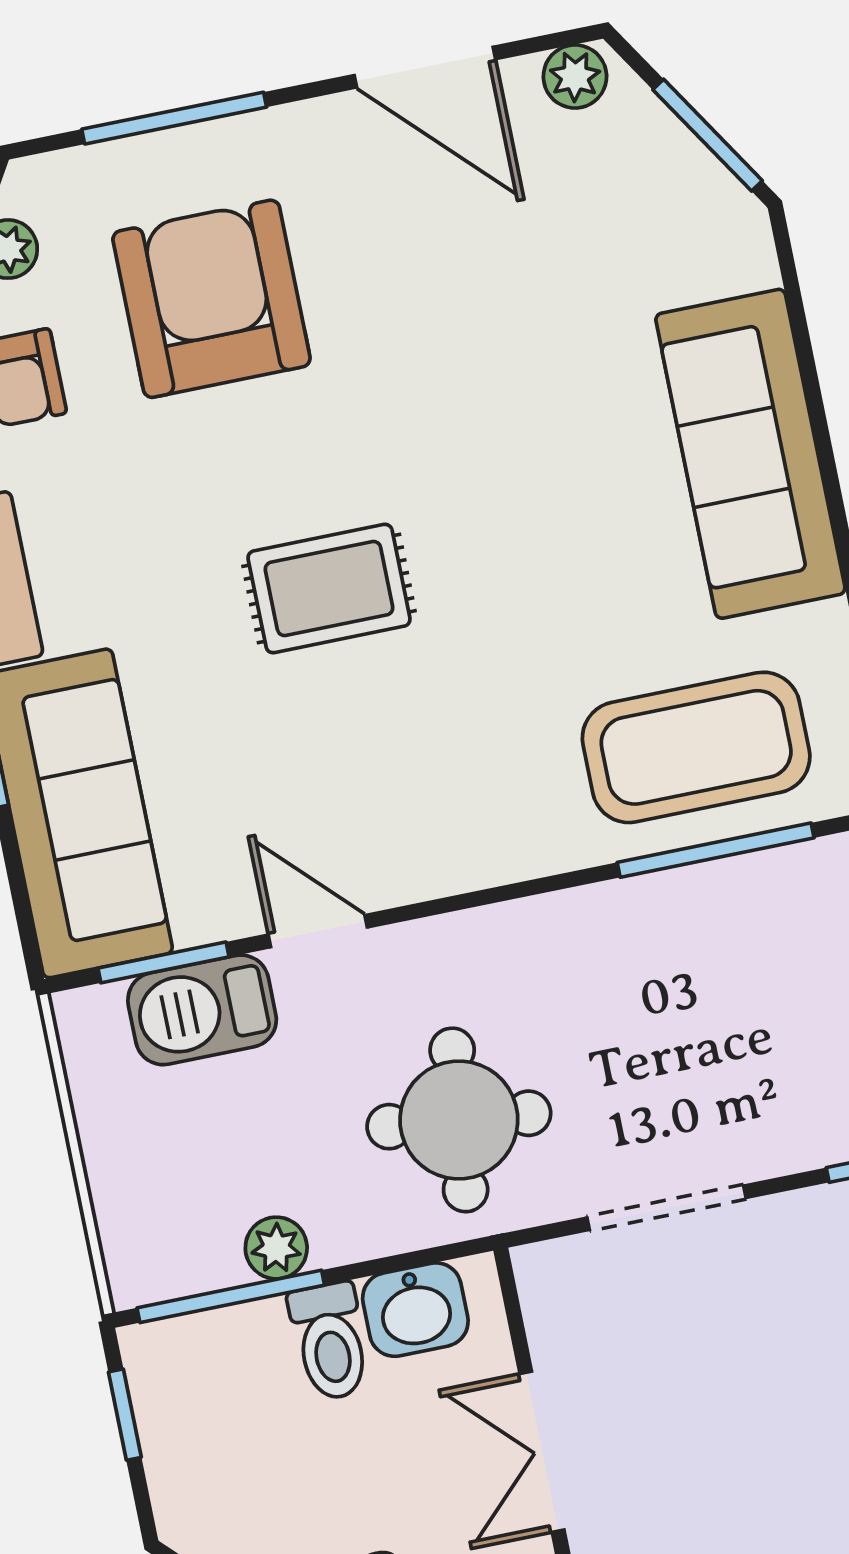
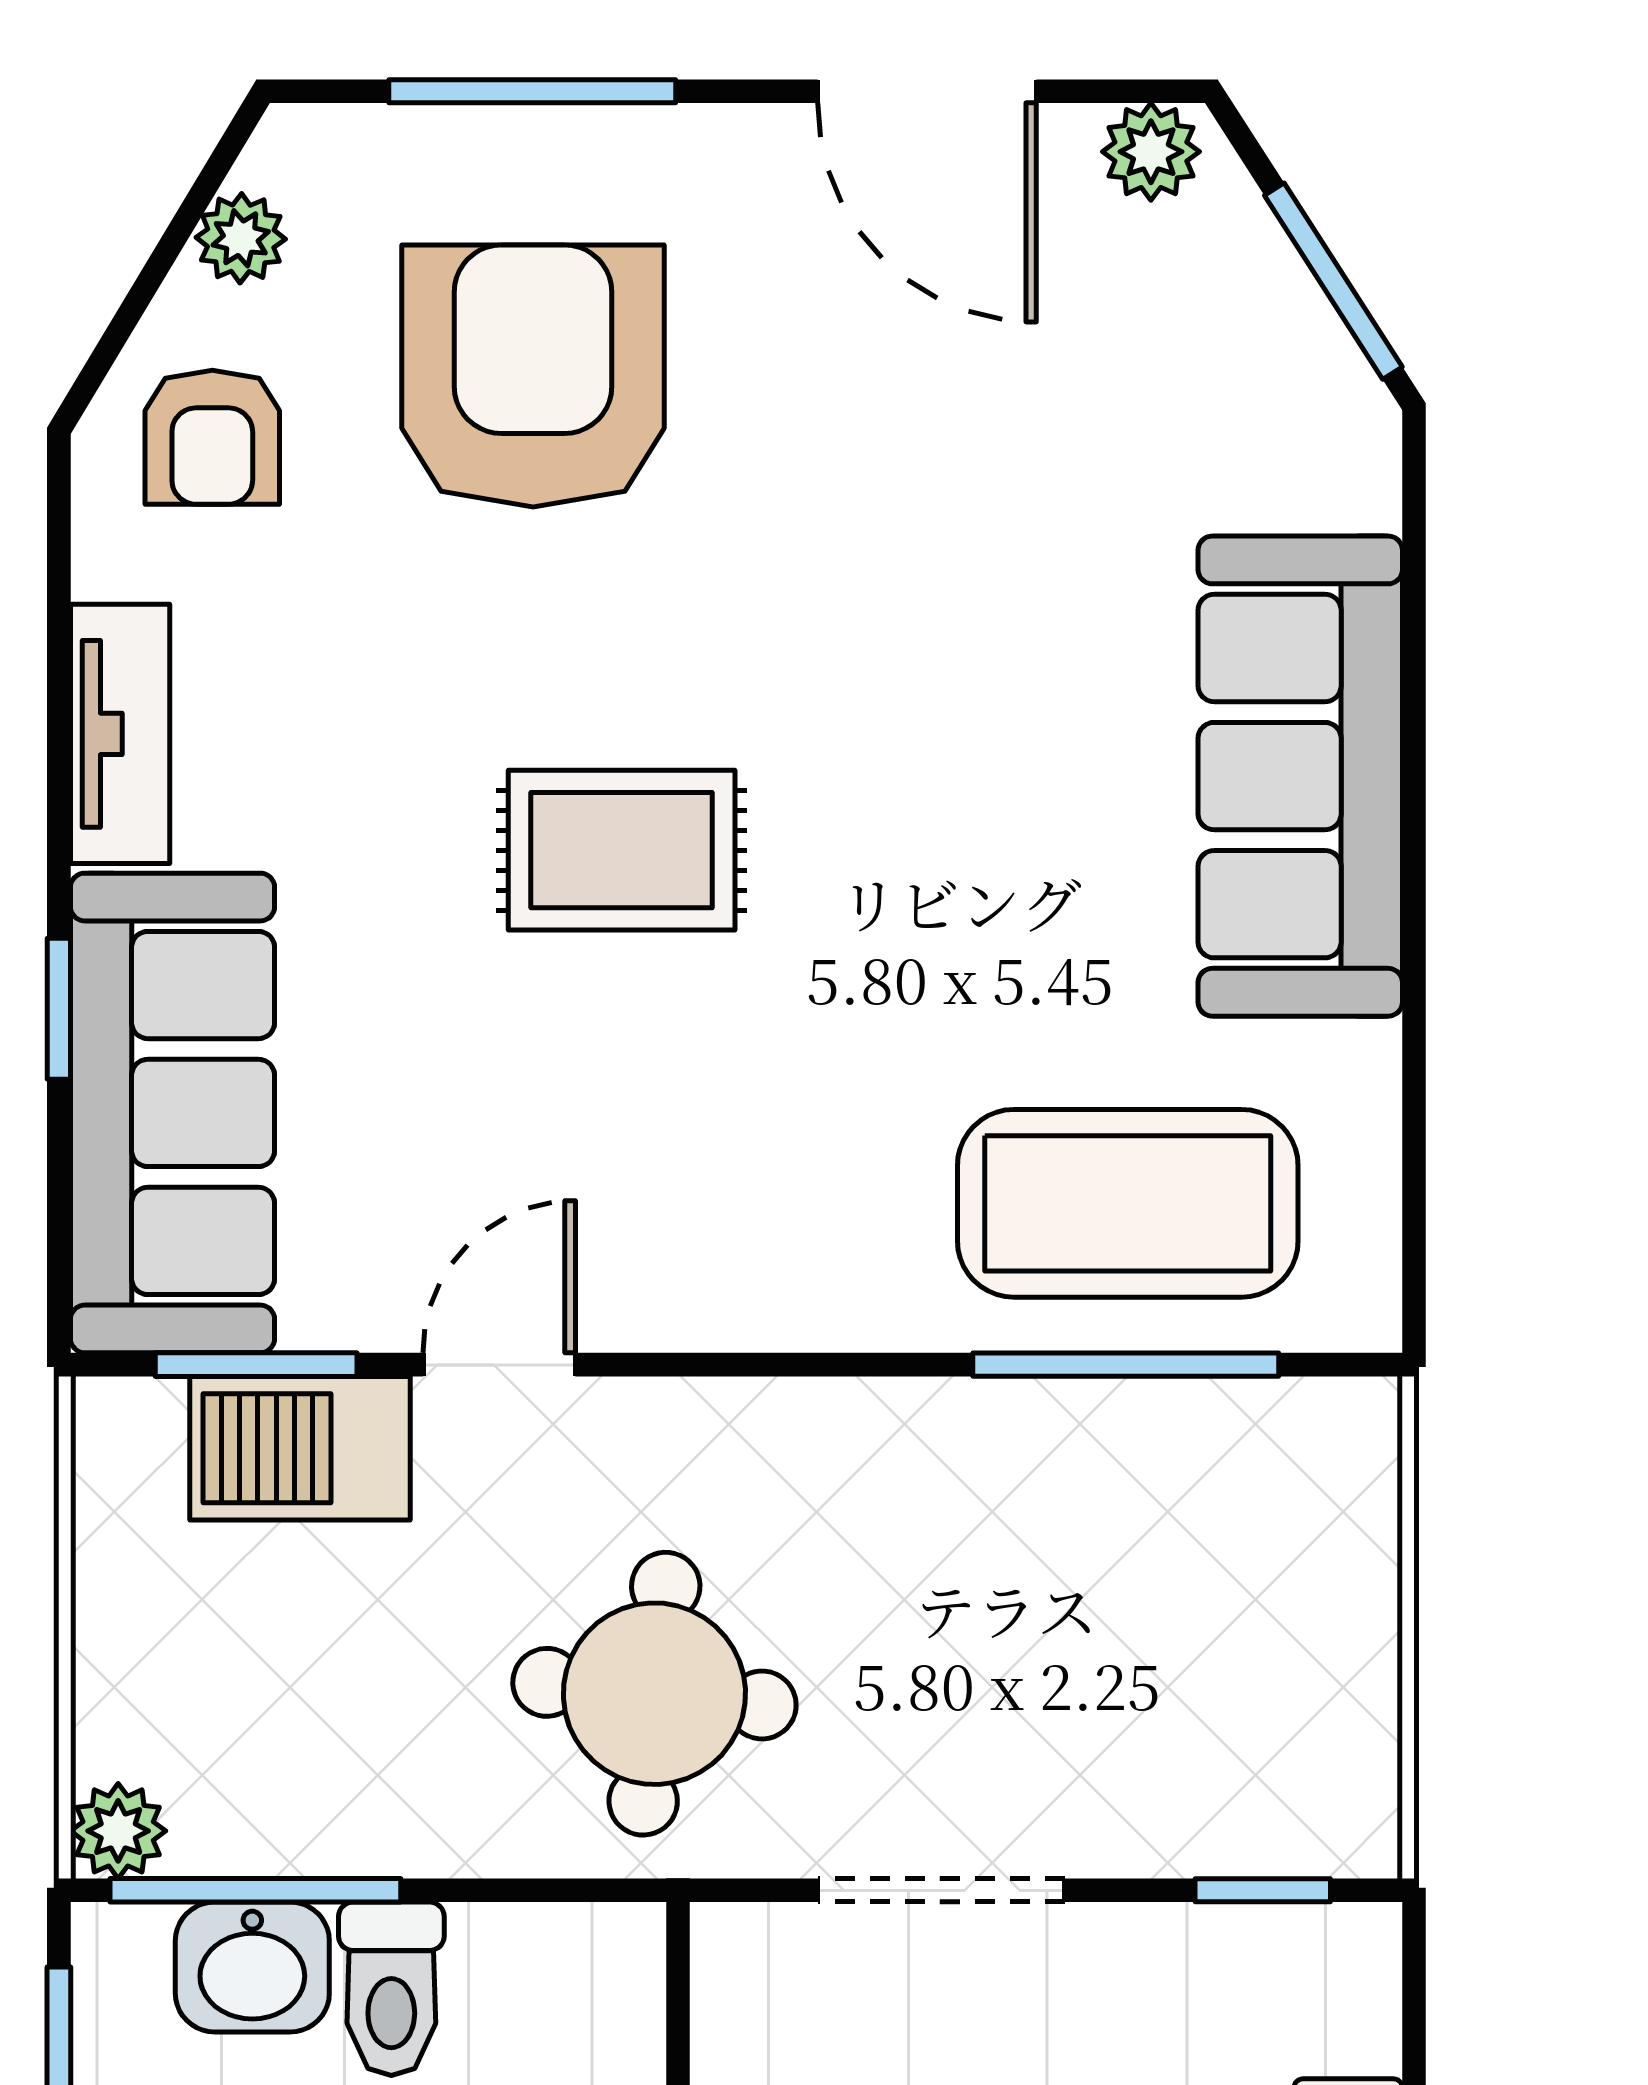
door: (318, 931) -> (499, 1365), hinge flipped
plant: (276, 1248) -> (118, 1831), moved
washbasin: (415, 1310) -> (252, 1967), moved

